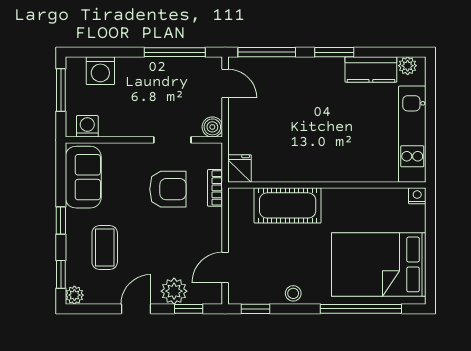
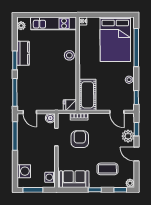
kitchen counter: (371, 70) -> (23, 53), moved
door: (225, 83) -> (30, 112), swing flipped
stool: (345, 167) -> (69, 55), added
cot: (288, 205) -> (87, 95), moved

